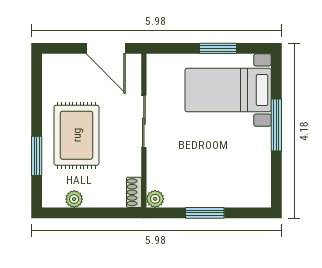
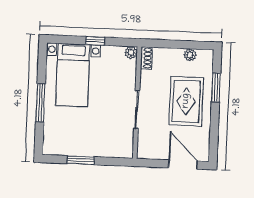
door: (106, 48) -> (183, 164), moved
bed with nightstands: (228, 90) -> (73, 75), moved, turned 90
window: (205, 213) -> (95, 41), width x0.67

